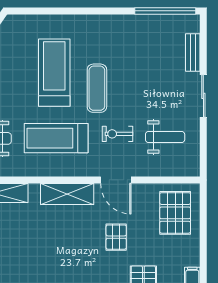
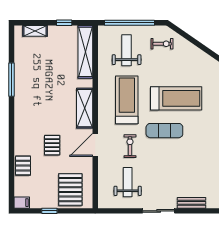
weight bench: (165, 137) -> (128, 182), turned 180
pallet: (175, 213) -> (70, 190), turned 90
pallet: (116, 237) -> (52, 145), turned 90
window: (203, 241) -> (49, 211), added

